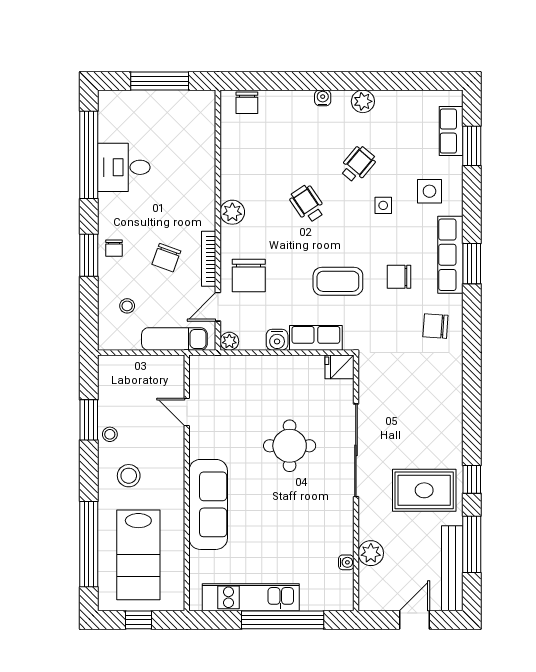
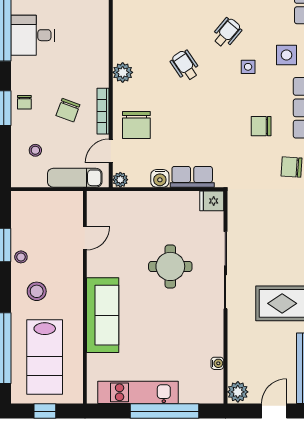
coffee table: (338, 281) -> (210, 130), removed
door: (187, 412) -> (85, 238), swing flipped
plant: (371, 553) -> (238, 392), moved

